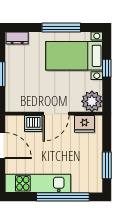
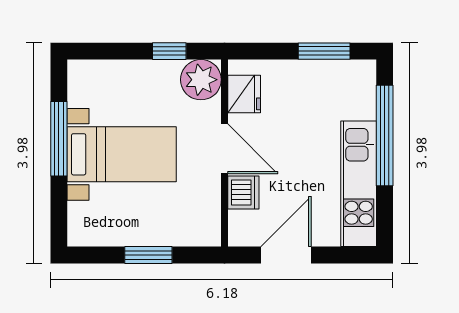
dresser: (17, 38) -> (79, 224), removed
bed with nightstands: (74, 56) -> (122, 154), moved, turned -90
window: (107, 68) -> (169, 51), moved

